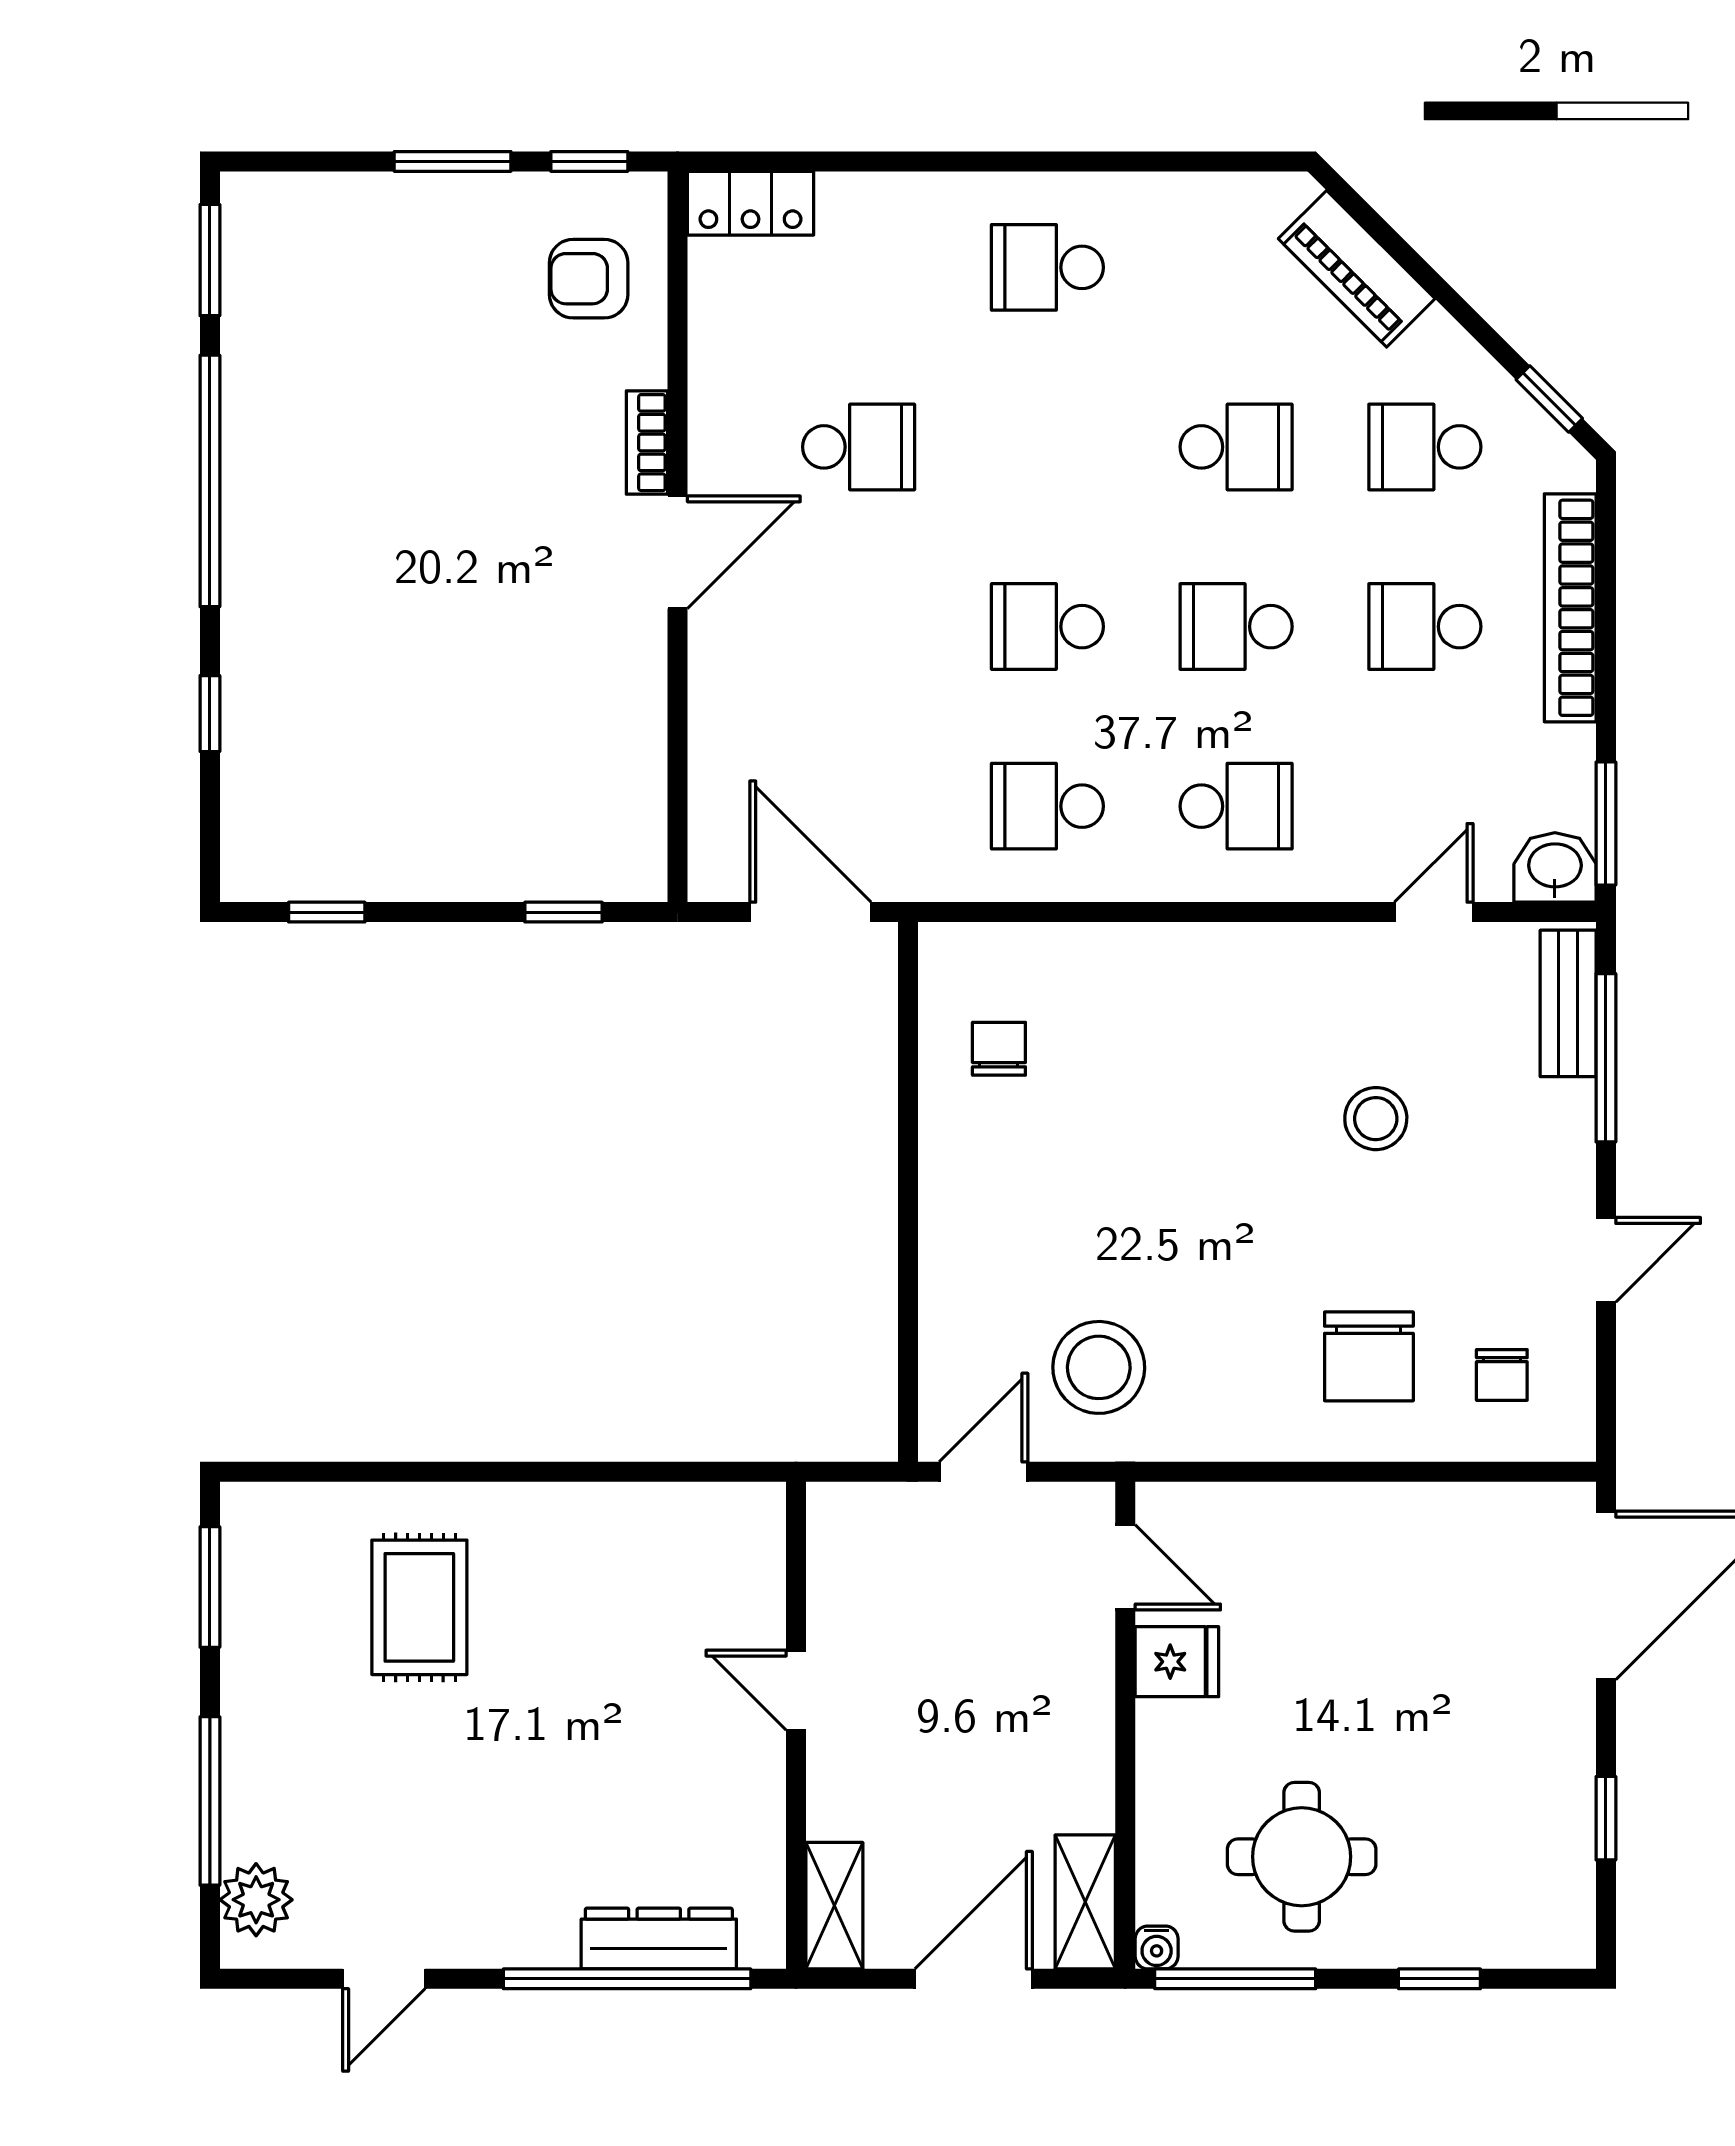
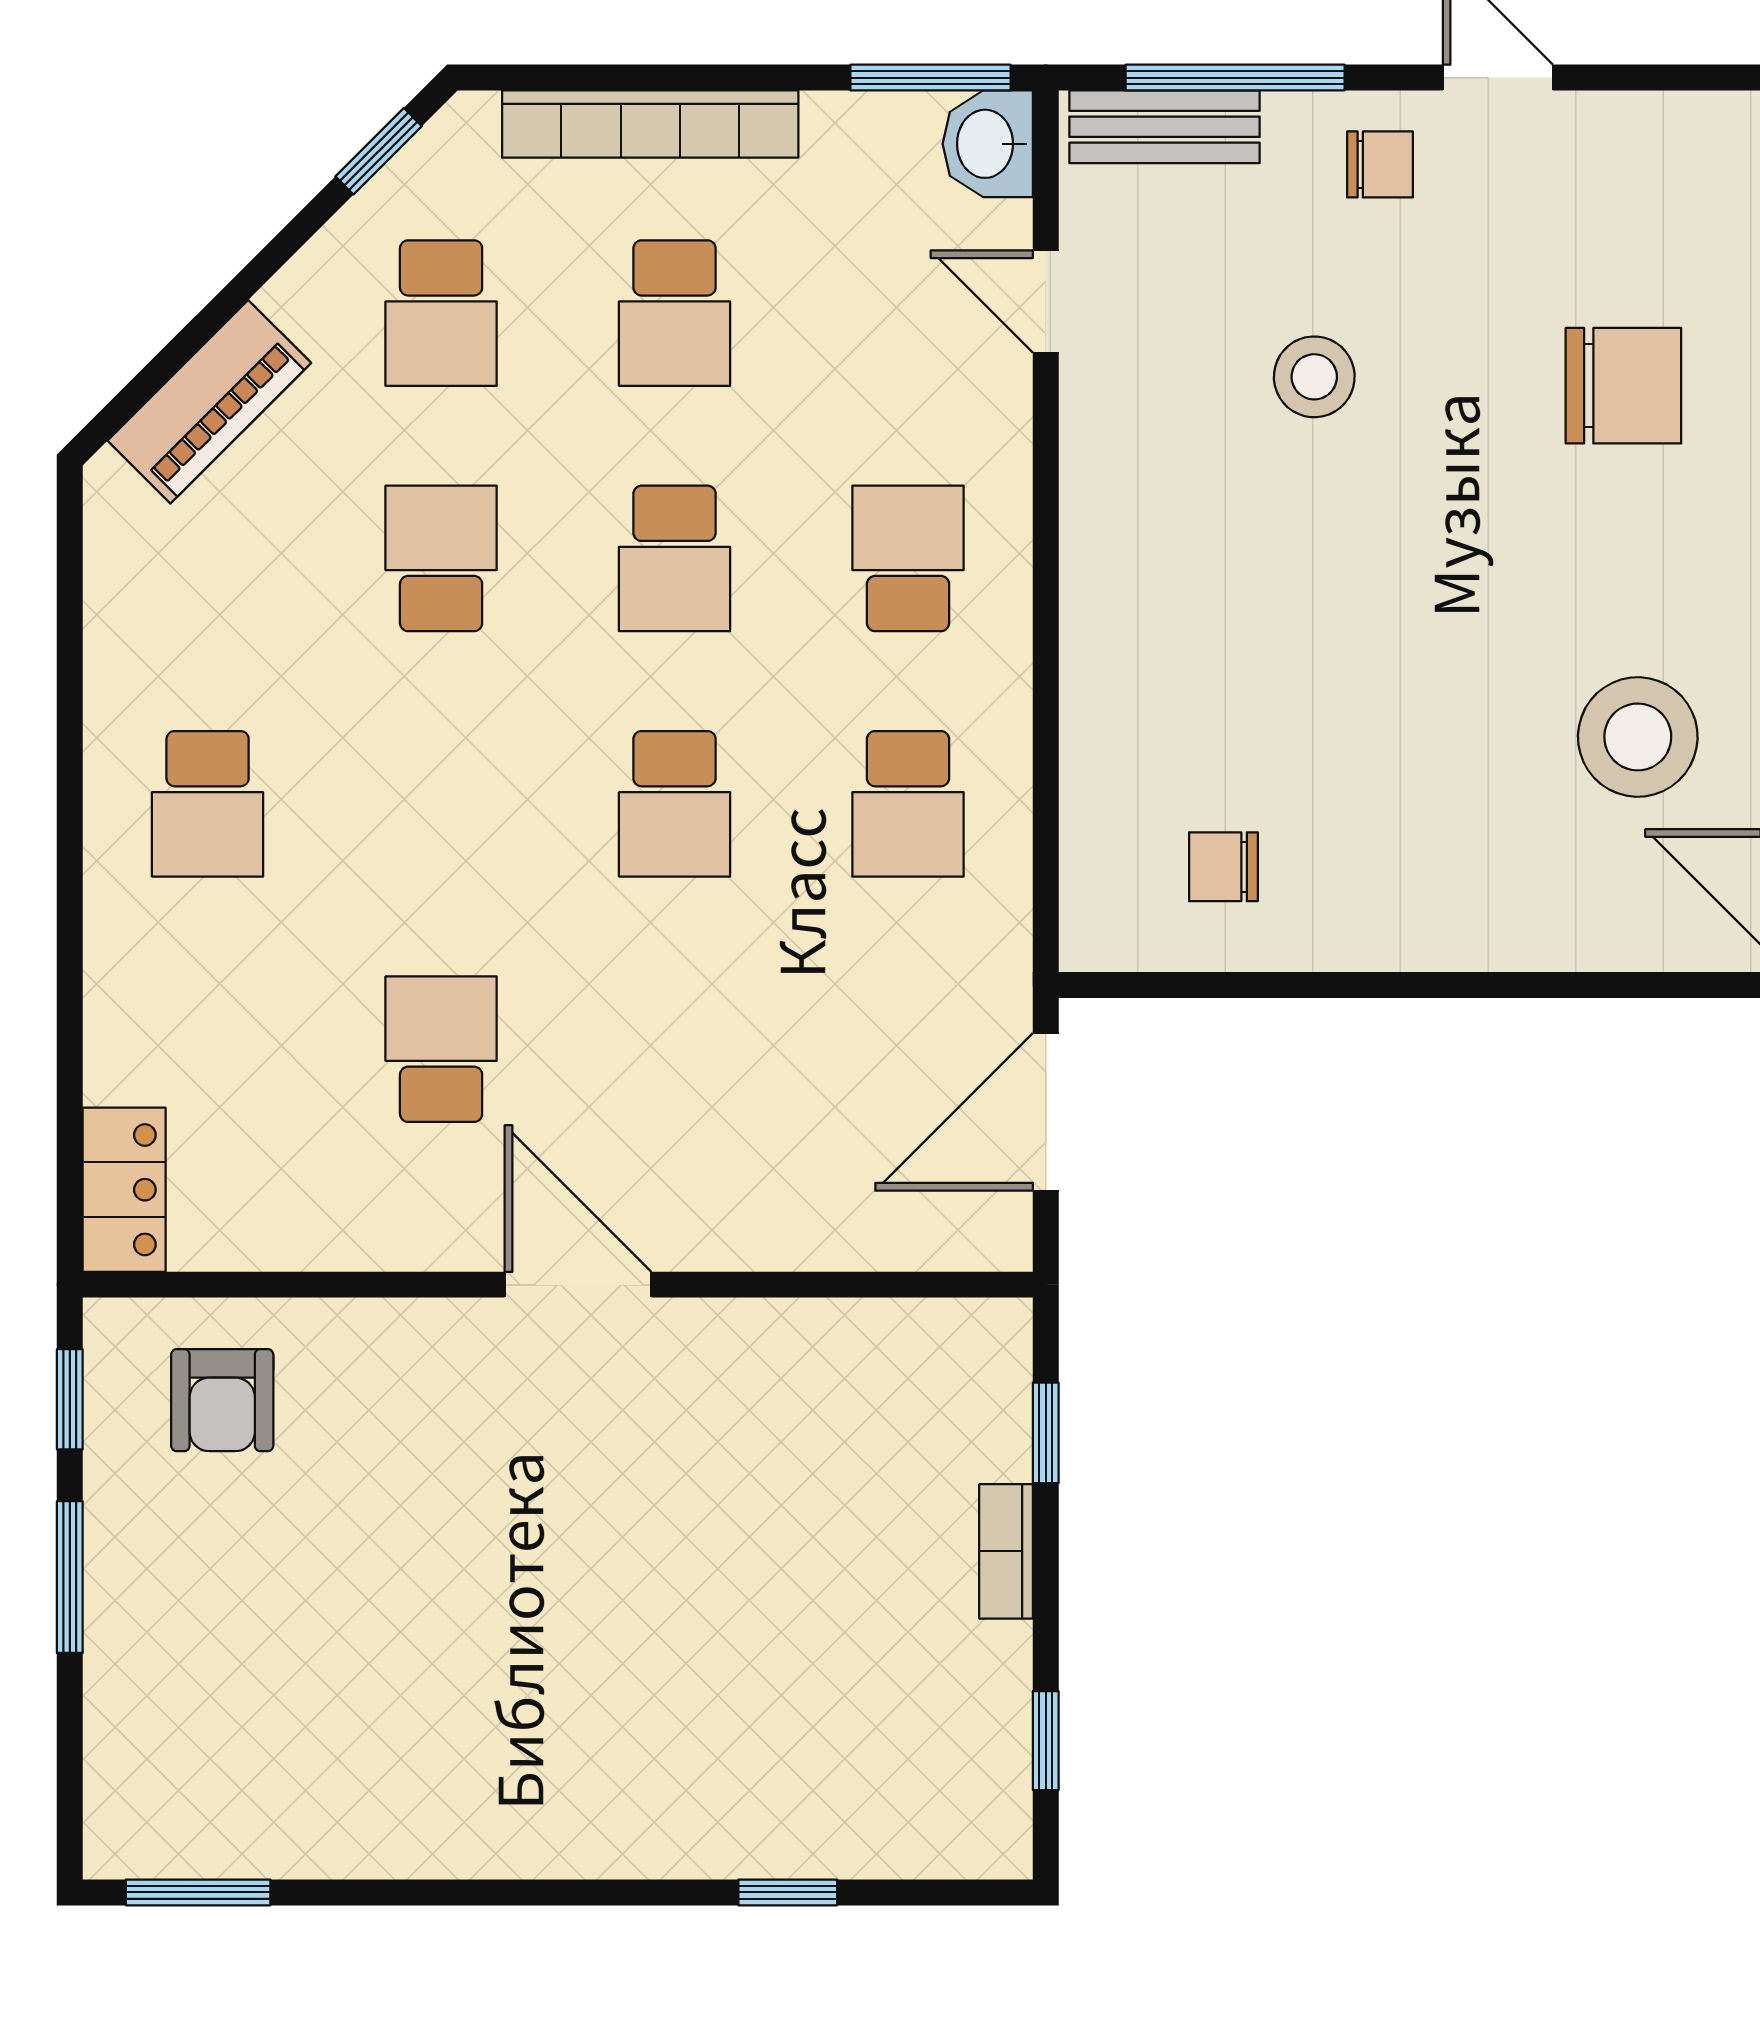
bookcase: (647, 443) -> (1006, 1551), moved, turned 90
window: (210, 481) -> (485, 1892), removed
chair: (1502, 1375) -> (1380, 164), moved

